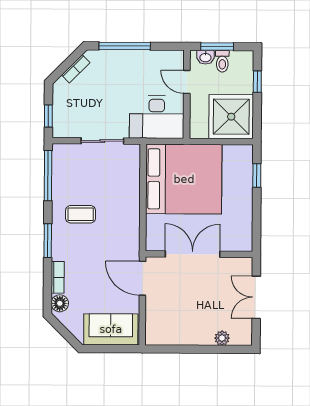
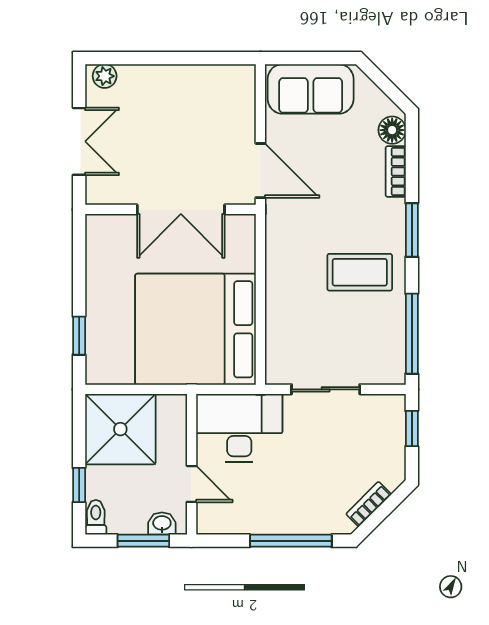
toilet: (222, 61) -> (96, 517), moved
coffee table: (81, 214) -> (360, 272), width x1.36, depth x1.30
plant: (222, 338) -> (105, 76), moved

